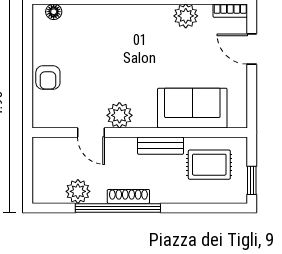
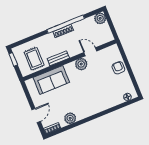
door: (252, 49) -> (36, 116), hinge flipped
rug: (209, 165) -> (34, 59), turned 90
plant: (78, 191) -> (100, 18), moved

